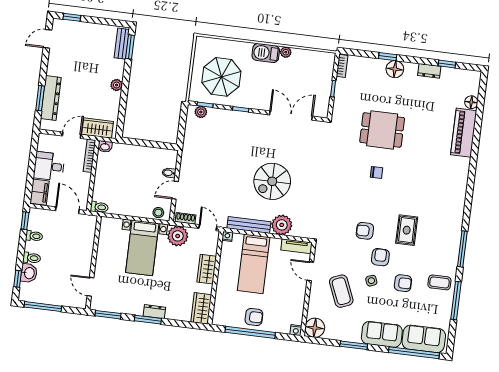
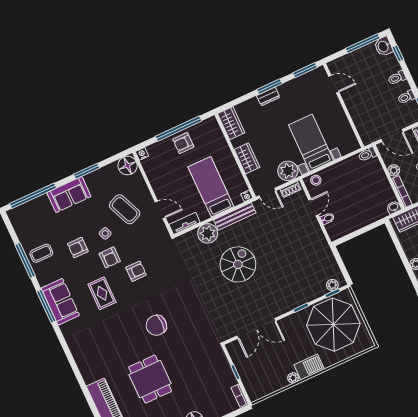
parasol: (221, 77) -> (333, 325), width x1.36, depth x1.36
dining table: (382, 130) -> (150, 379), moved, turned 90
chair: (377, 173) -> (156, 325), width x1.87, depth x1.87
plant: (85, 179) -> (394, 170), added
washbasin: (29, 273) -> (384, 46), moved
coffee table: (439, 282) -> (41, 253), moved
sofa: (424, 339) -> (60, 302), moved, turned -90

